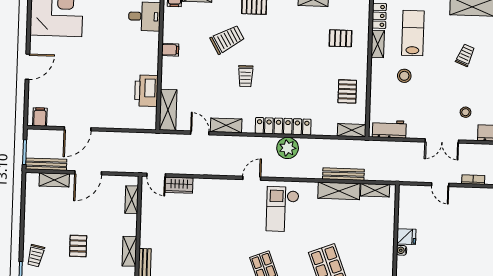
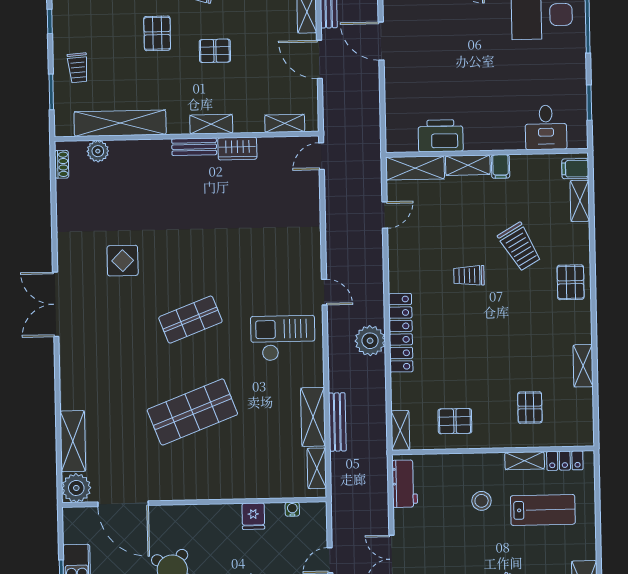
shelving: (226, 125) -> (468, 165), moved, turned 90
wardrobe: (179, 185) -> (237, 149), moved, turned -90
water cooler: (402, 250) -> (292, 509), moved

